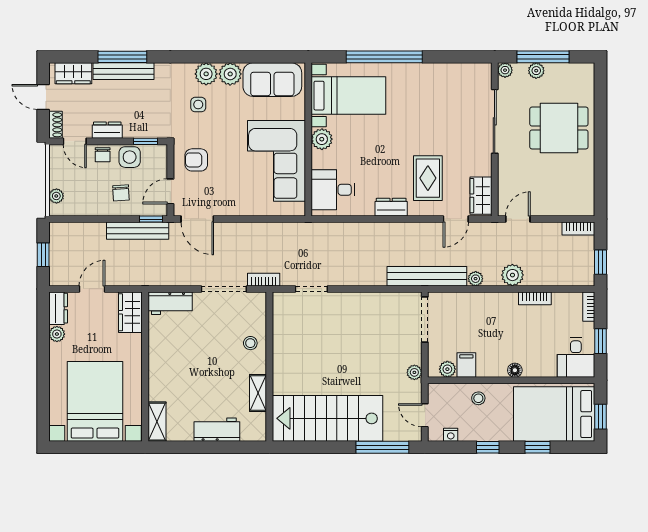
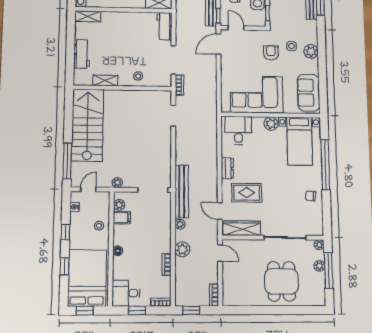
plant: (230, 74) -> (311, 66), removed
chair: (432, 81) -> (311, 196), added
armchair: (196, 160) -> (271, 53), moved
wardrobe: (481, 196) -> (242, 228), width x1.50

